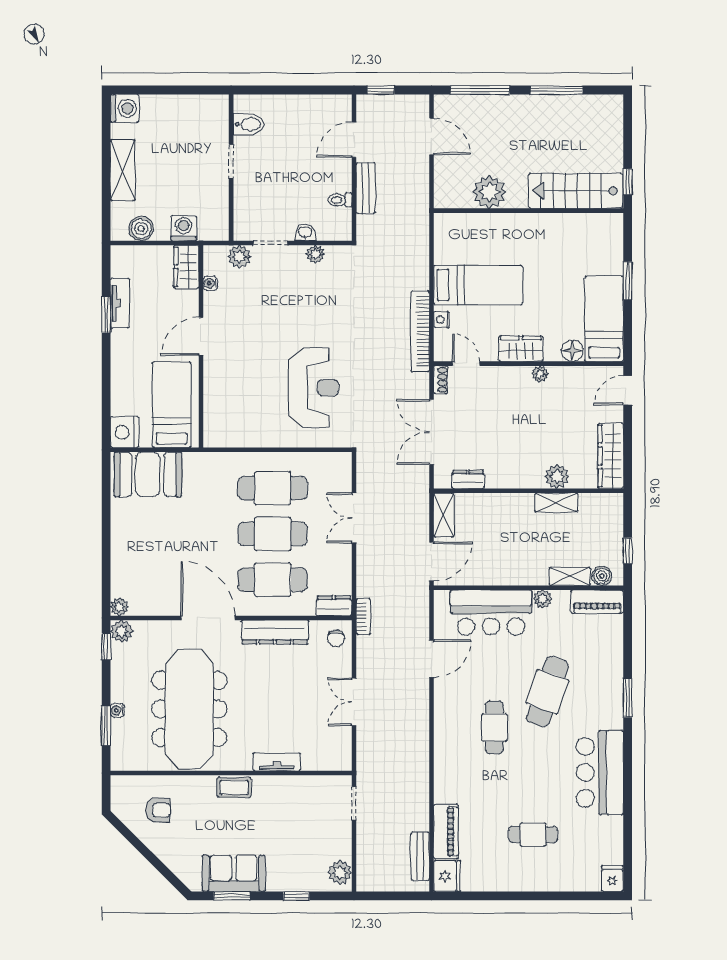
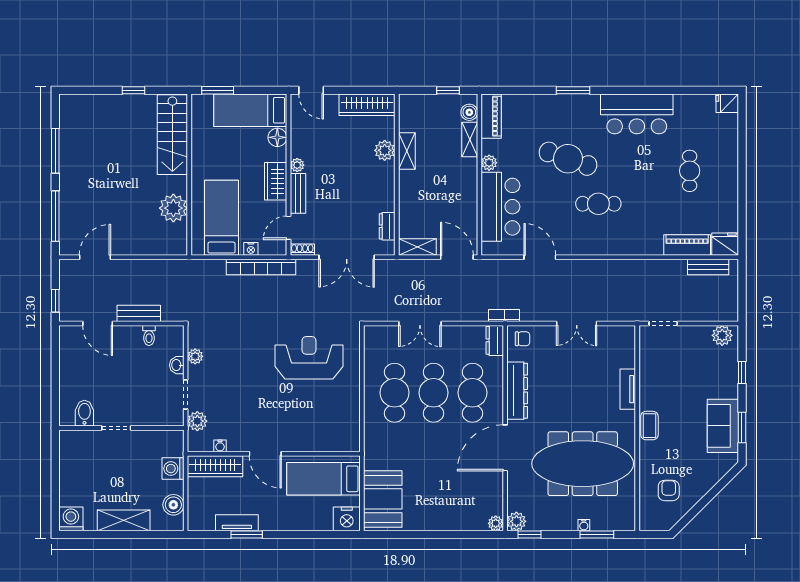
stairs: (576, 191) -> (172, 135), moved
plant: (489, 192) -> (173, 208), moved
wall: (529, 211) -> (189, 175), moved
wardrobe: (186, 267) -> (215, 466), width x1.50
bench: (507, 375) -> (298, 193), added

